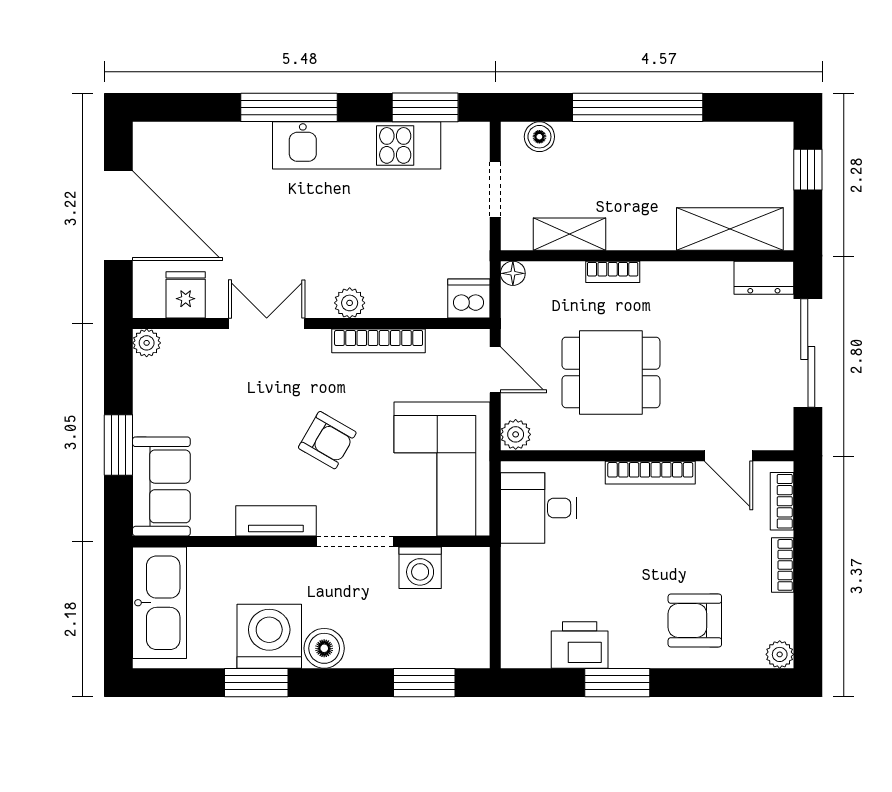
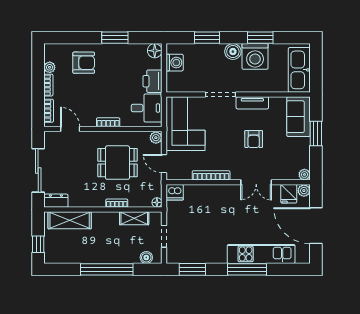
kitchen unit: (357, 145) -> (261, 254), moved
plant: (350, 303) -> (304, 191), moved
armchair: (327, 440) -> (254, 139), moved, turned -120
bookcase: (650, 473) -> (108, 122), width x0.64
washing machine: (420, 568) -> (175, 63), moved, turned 90
printer: (580, 645) -> (153, 81), moved, turned 90
floor lamp: (518, 650) -> (155, 51), added
plant: (780, 654) -> (50, 67), moved
window: (424, 683) -> (207, 38), moved

